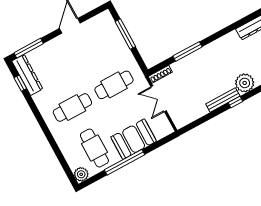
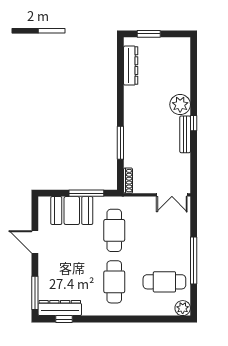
window: (125, 34) -> (86, 193), moved
double door: (159, 99) -> (172, 195), moved
booth: (134, 139) -> (72, 211), moved, turned 90

